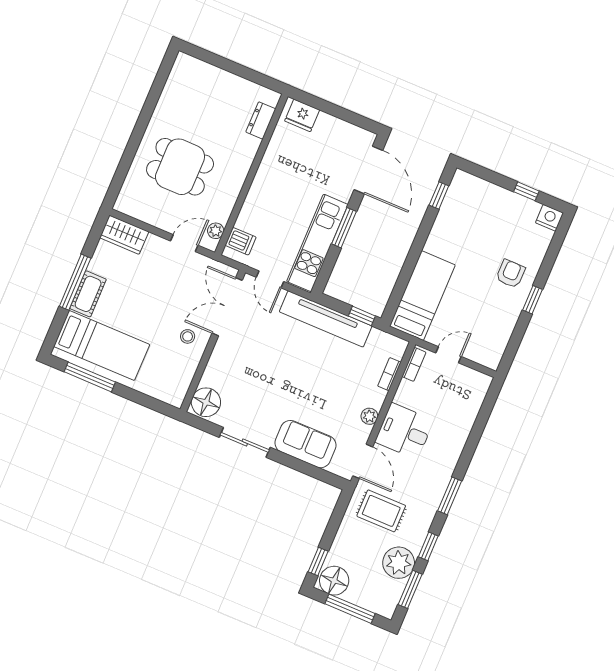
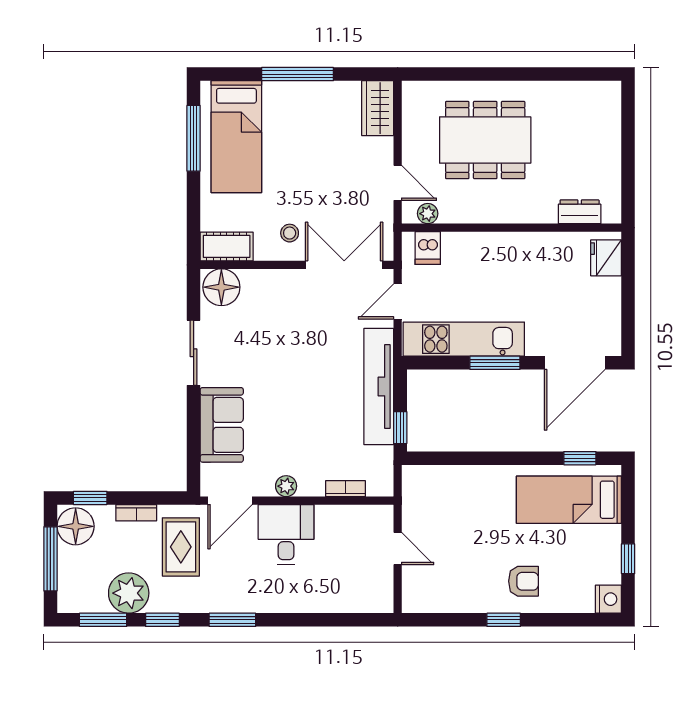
dining table: (180, 167) -> (485, 140), width x1.38
cot: (88, 294) -> (227, 246), moved
bed: (422, 296) -> (569, 500), moved, turned 180
bookcase: (414, 364) -> (136, 513), moved

